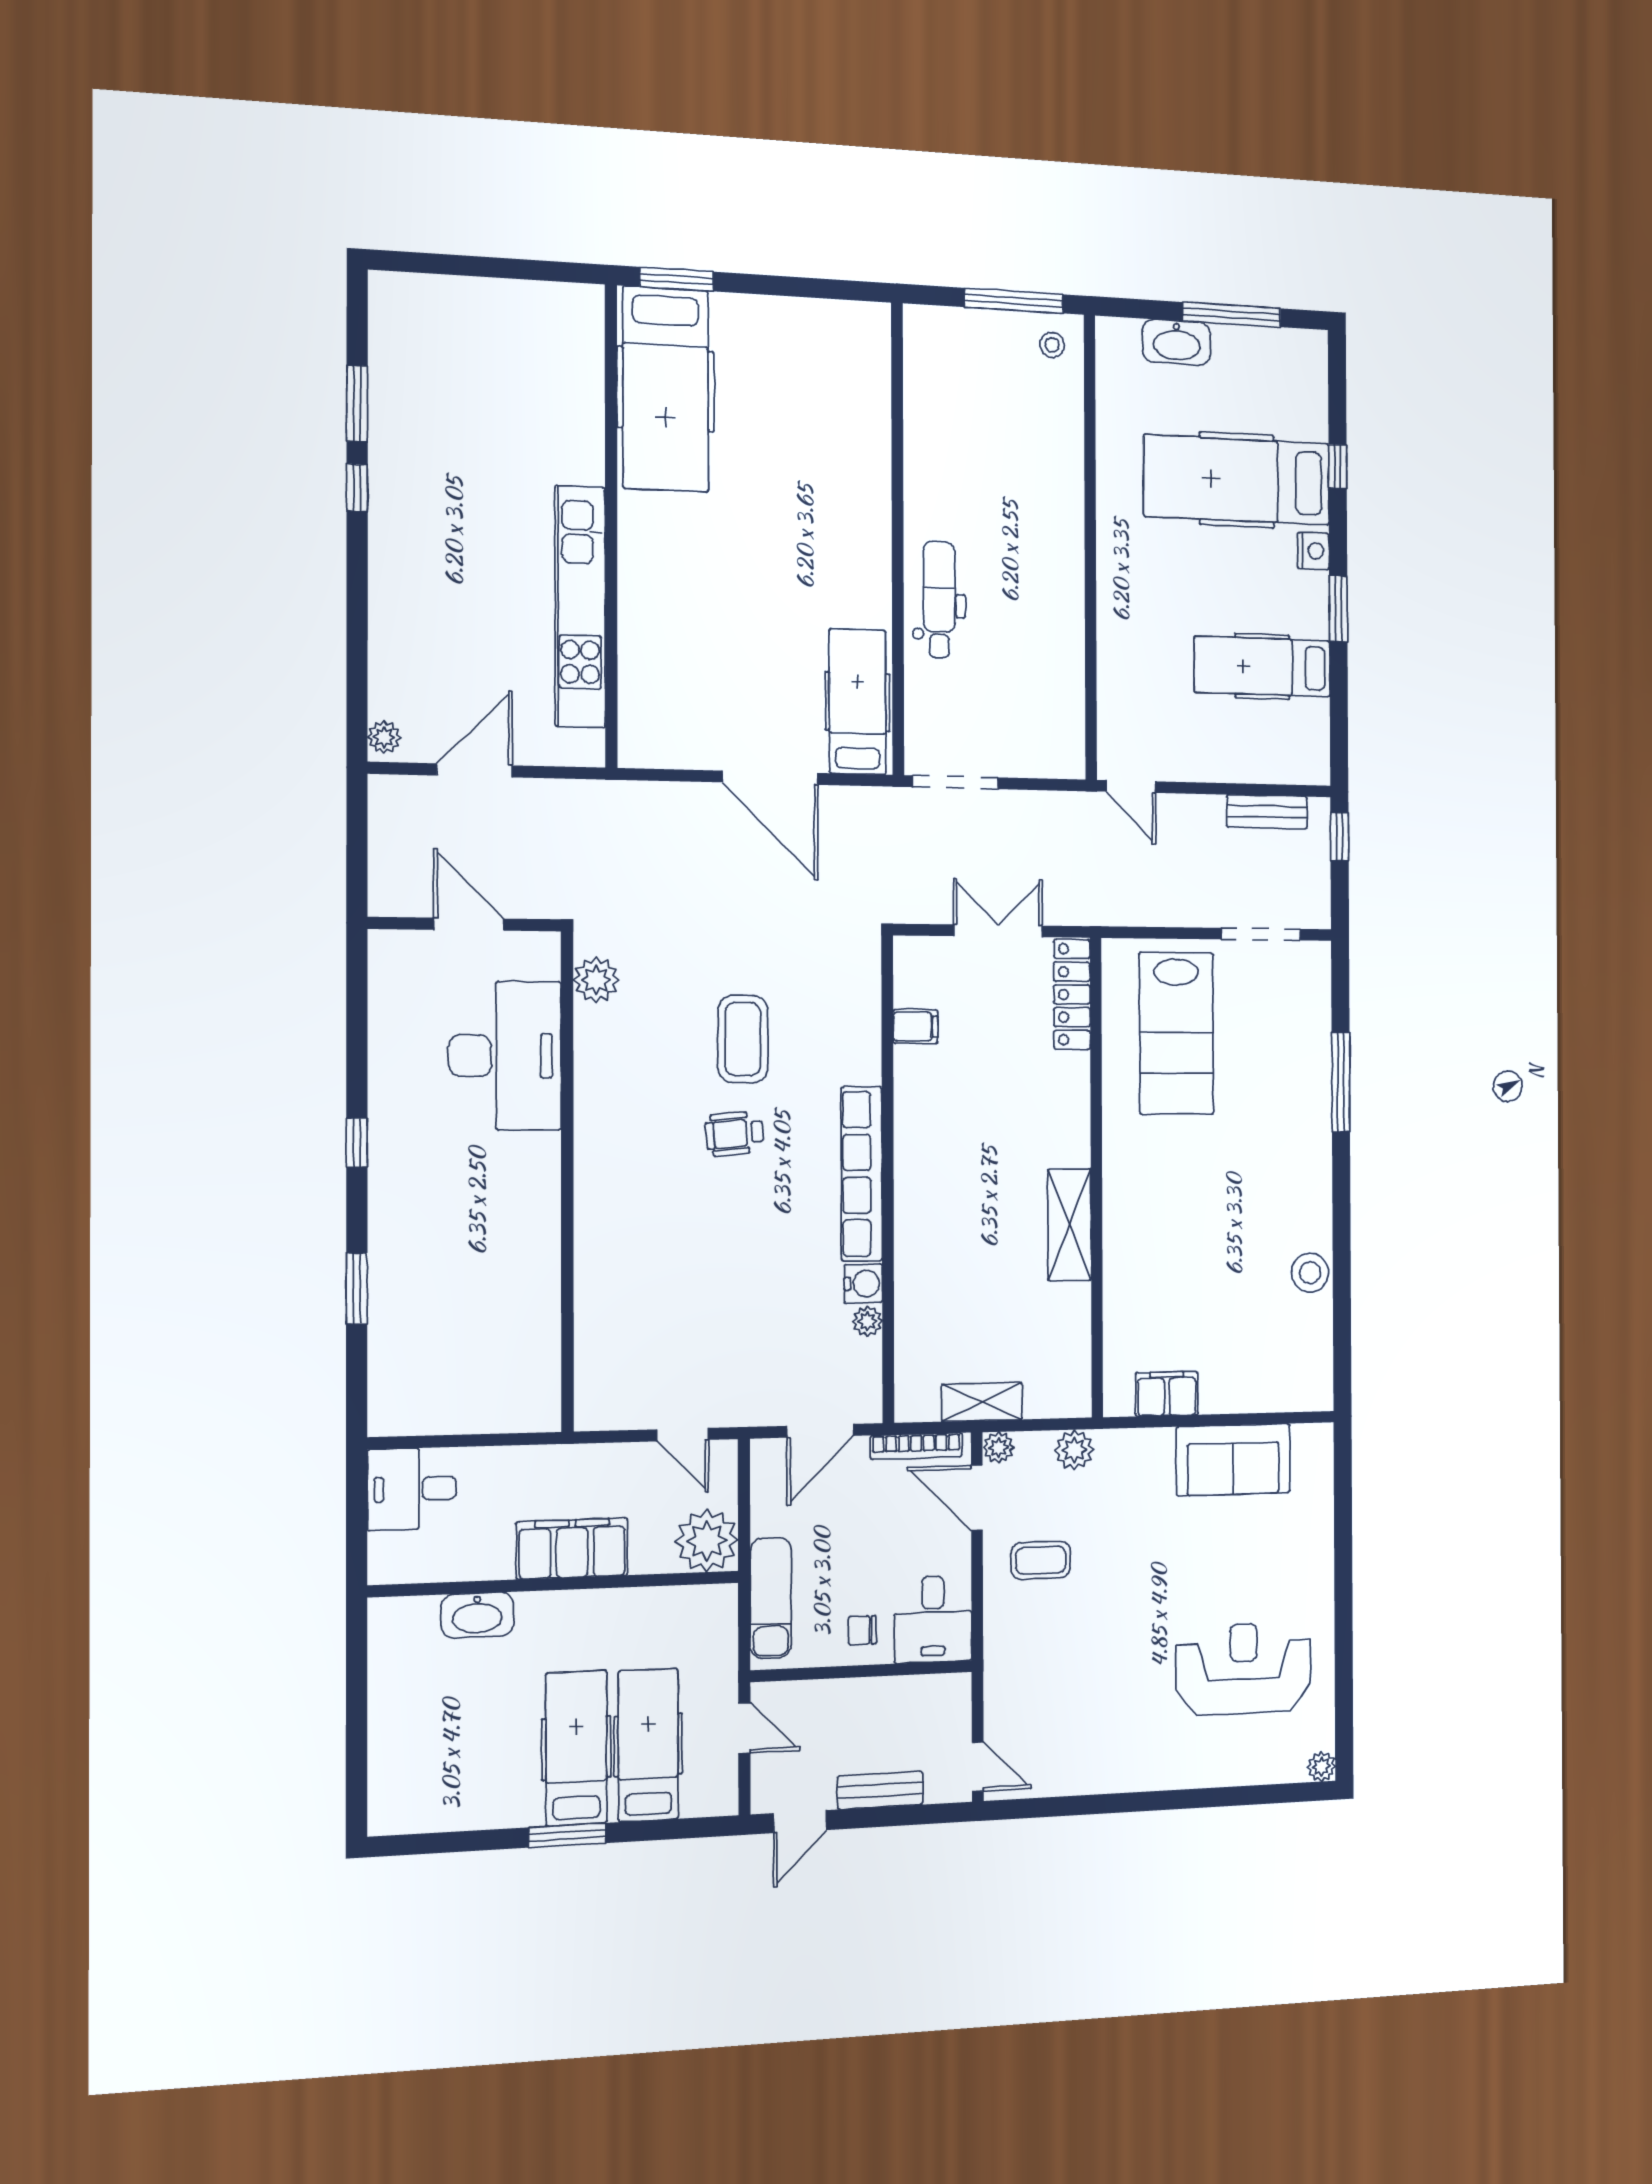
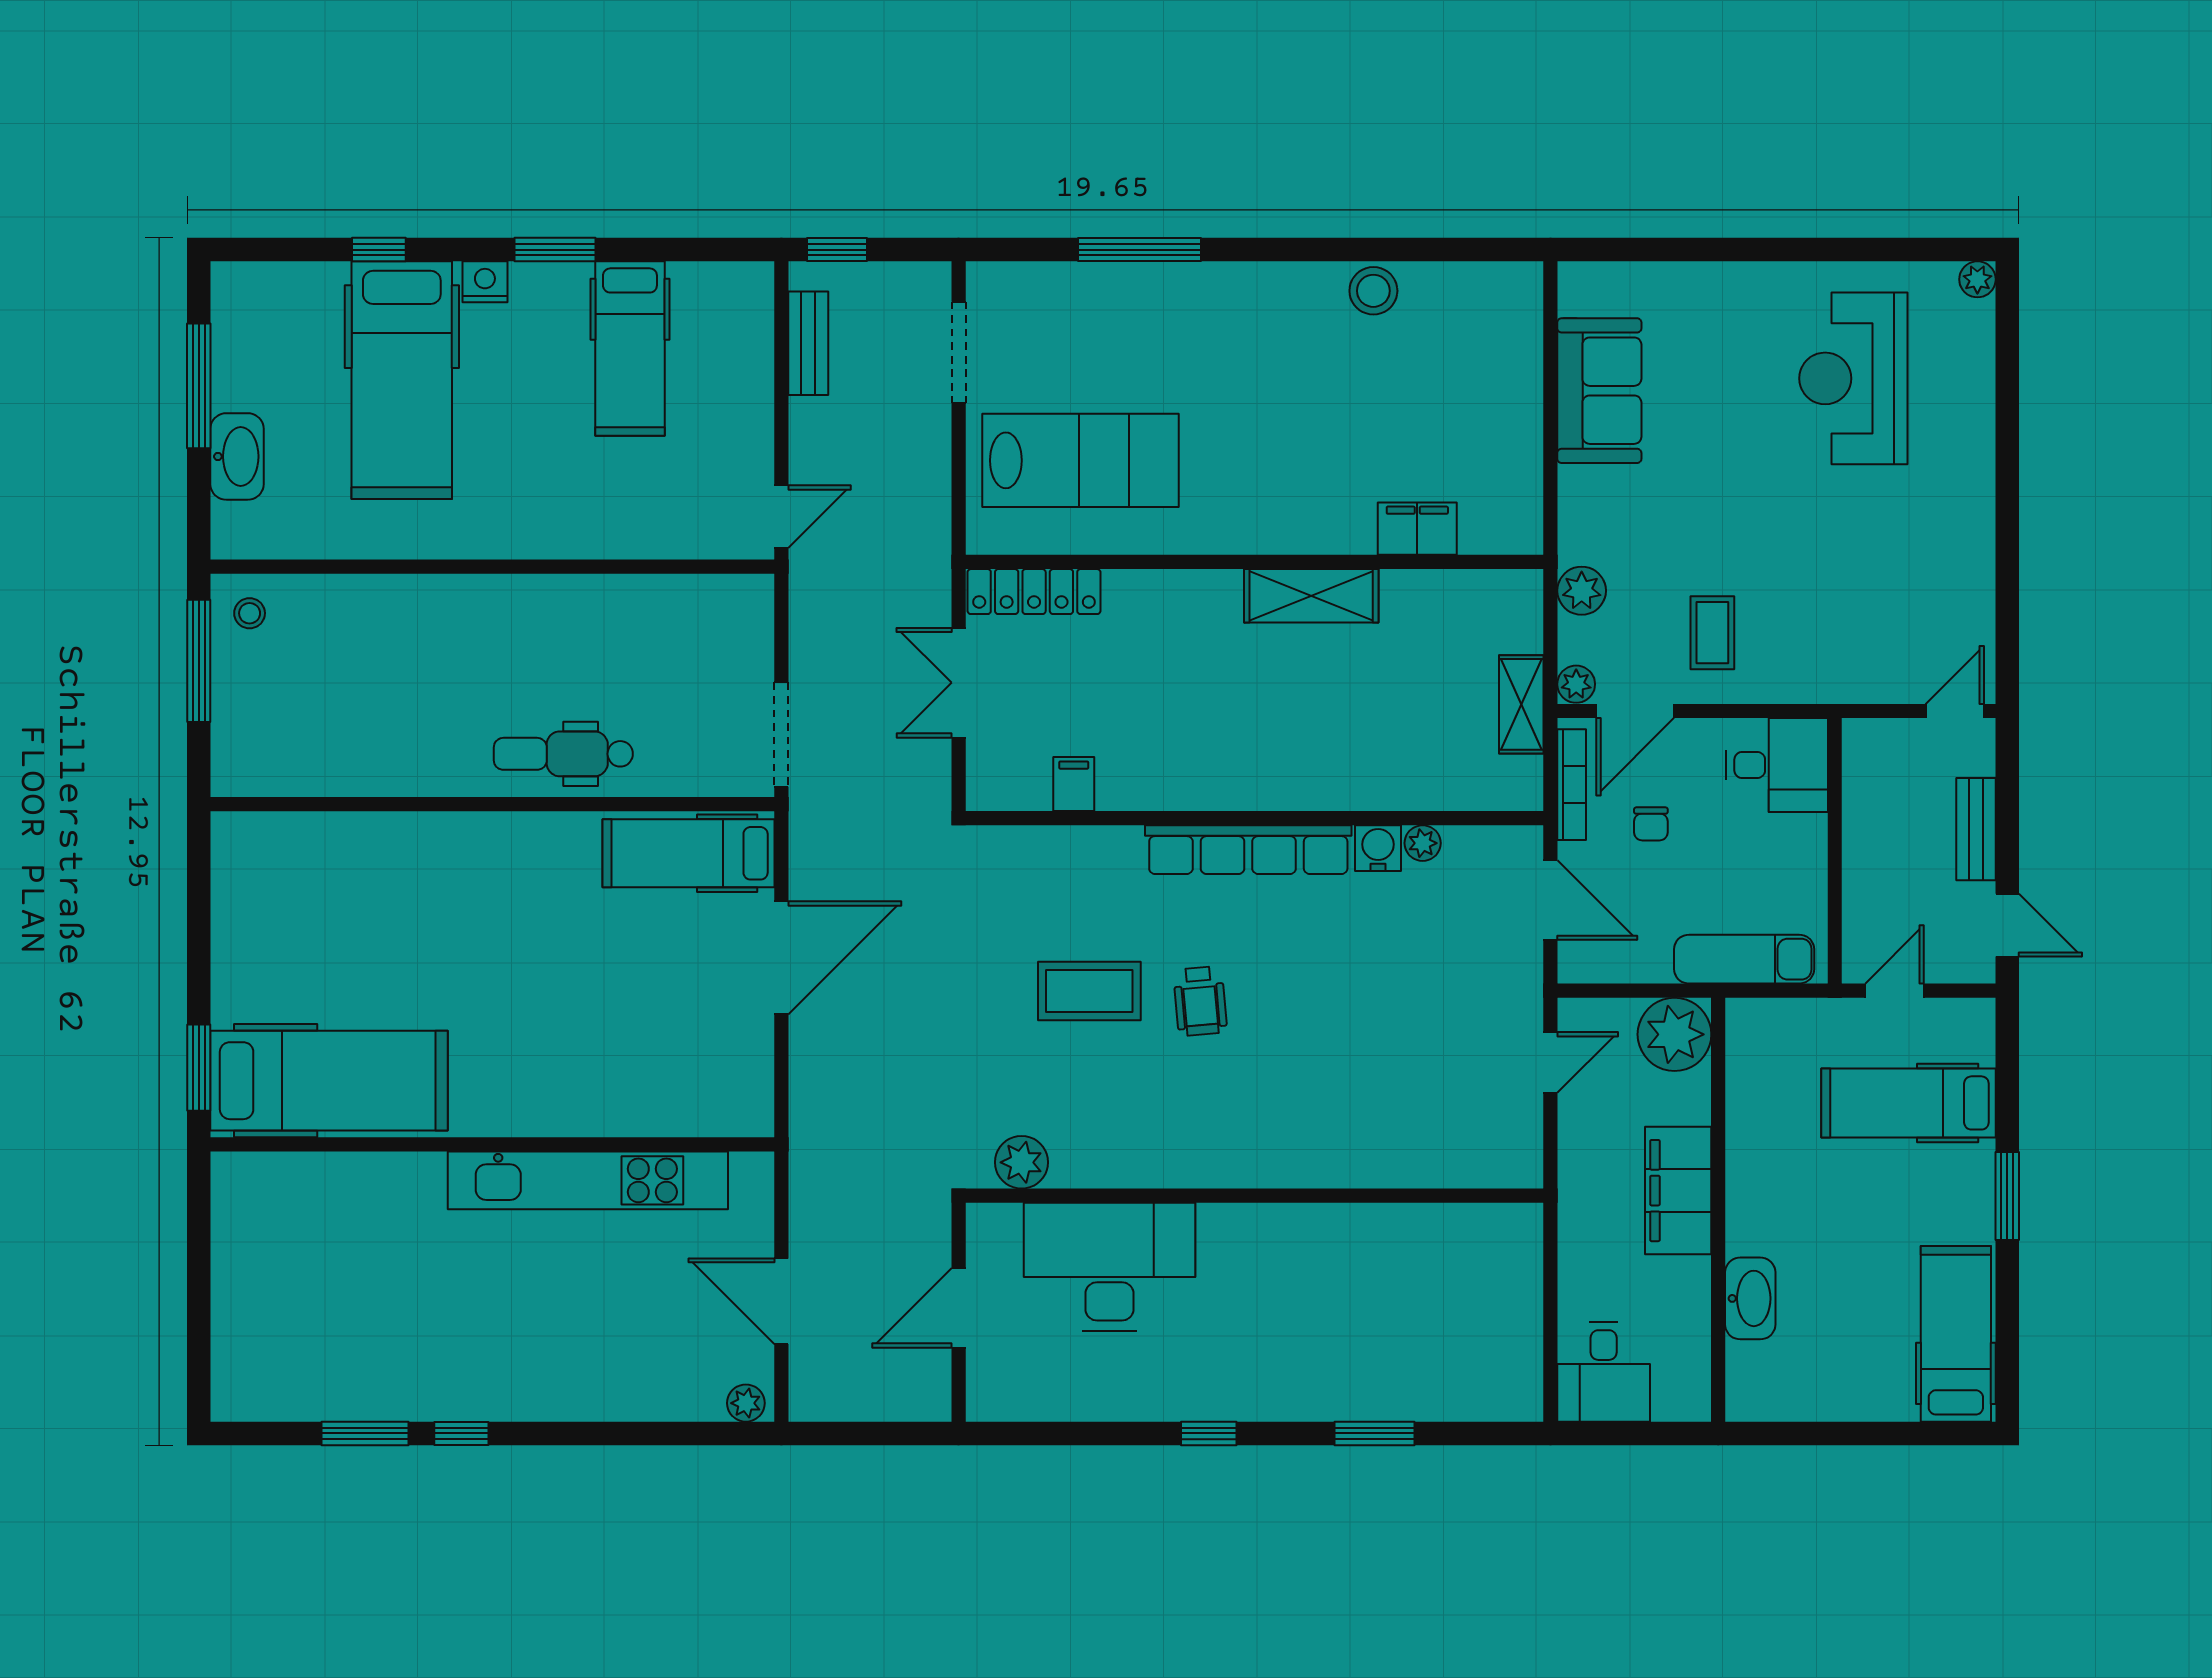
filing cabinet: (1167, 1394) -> (1417, 529), moved, turned 90
chair: (862, 1630) -> (1651, 824), moved
hospital bed: (576, 1748) -> (1956, 1334), moved, turned 90

